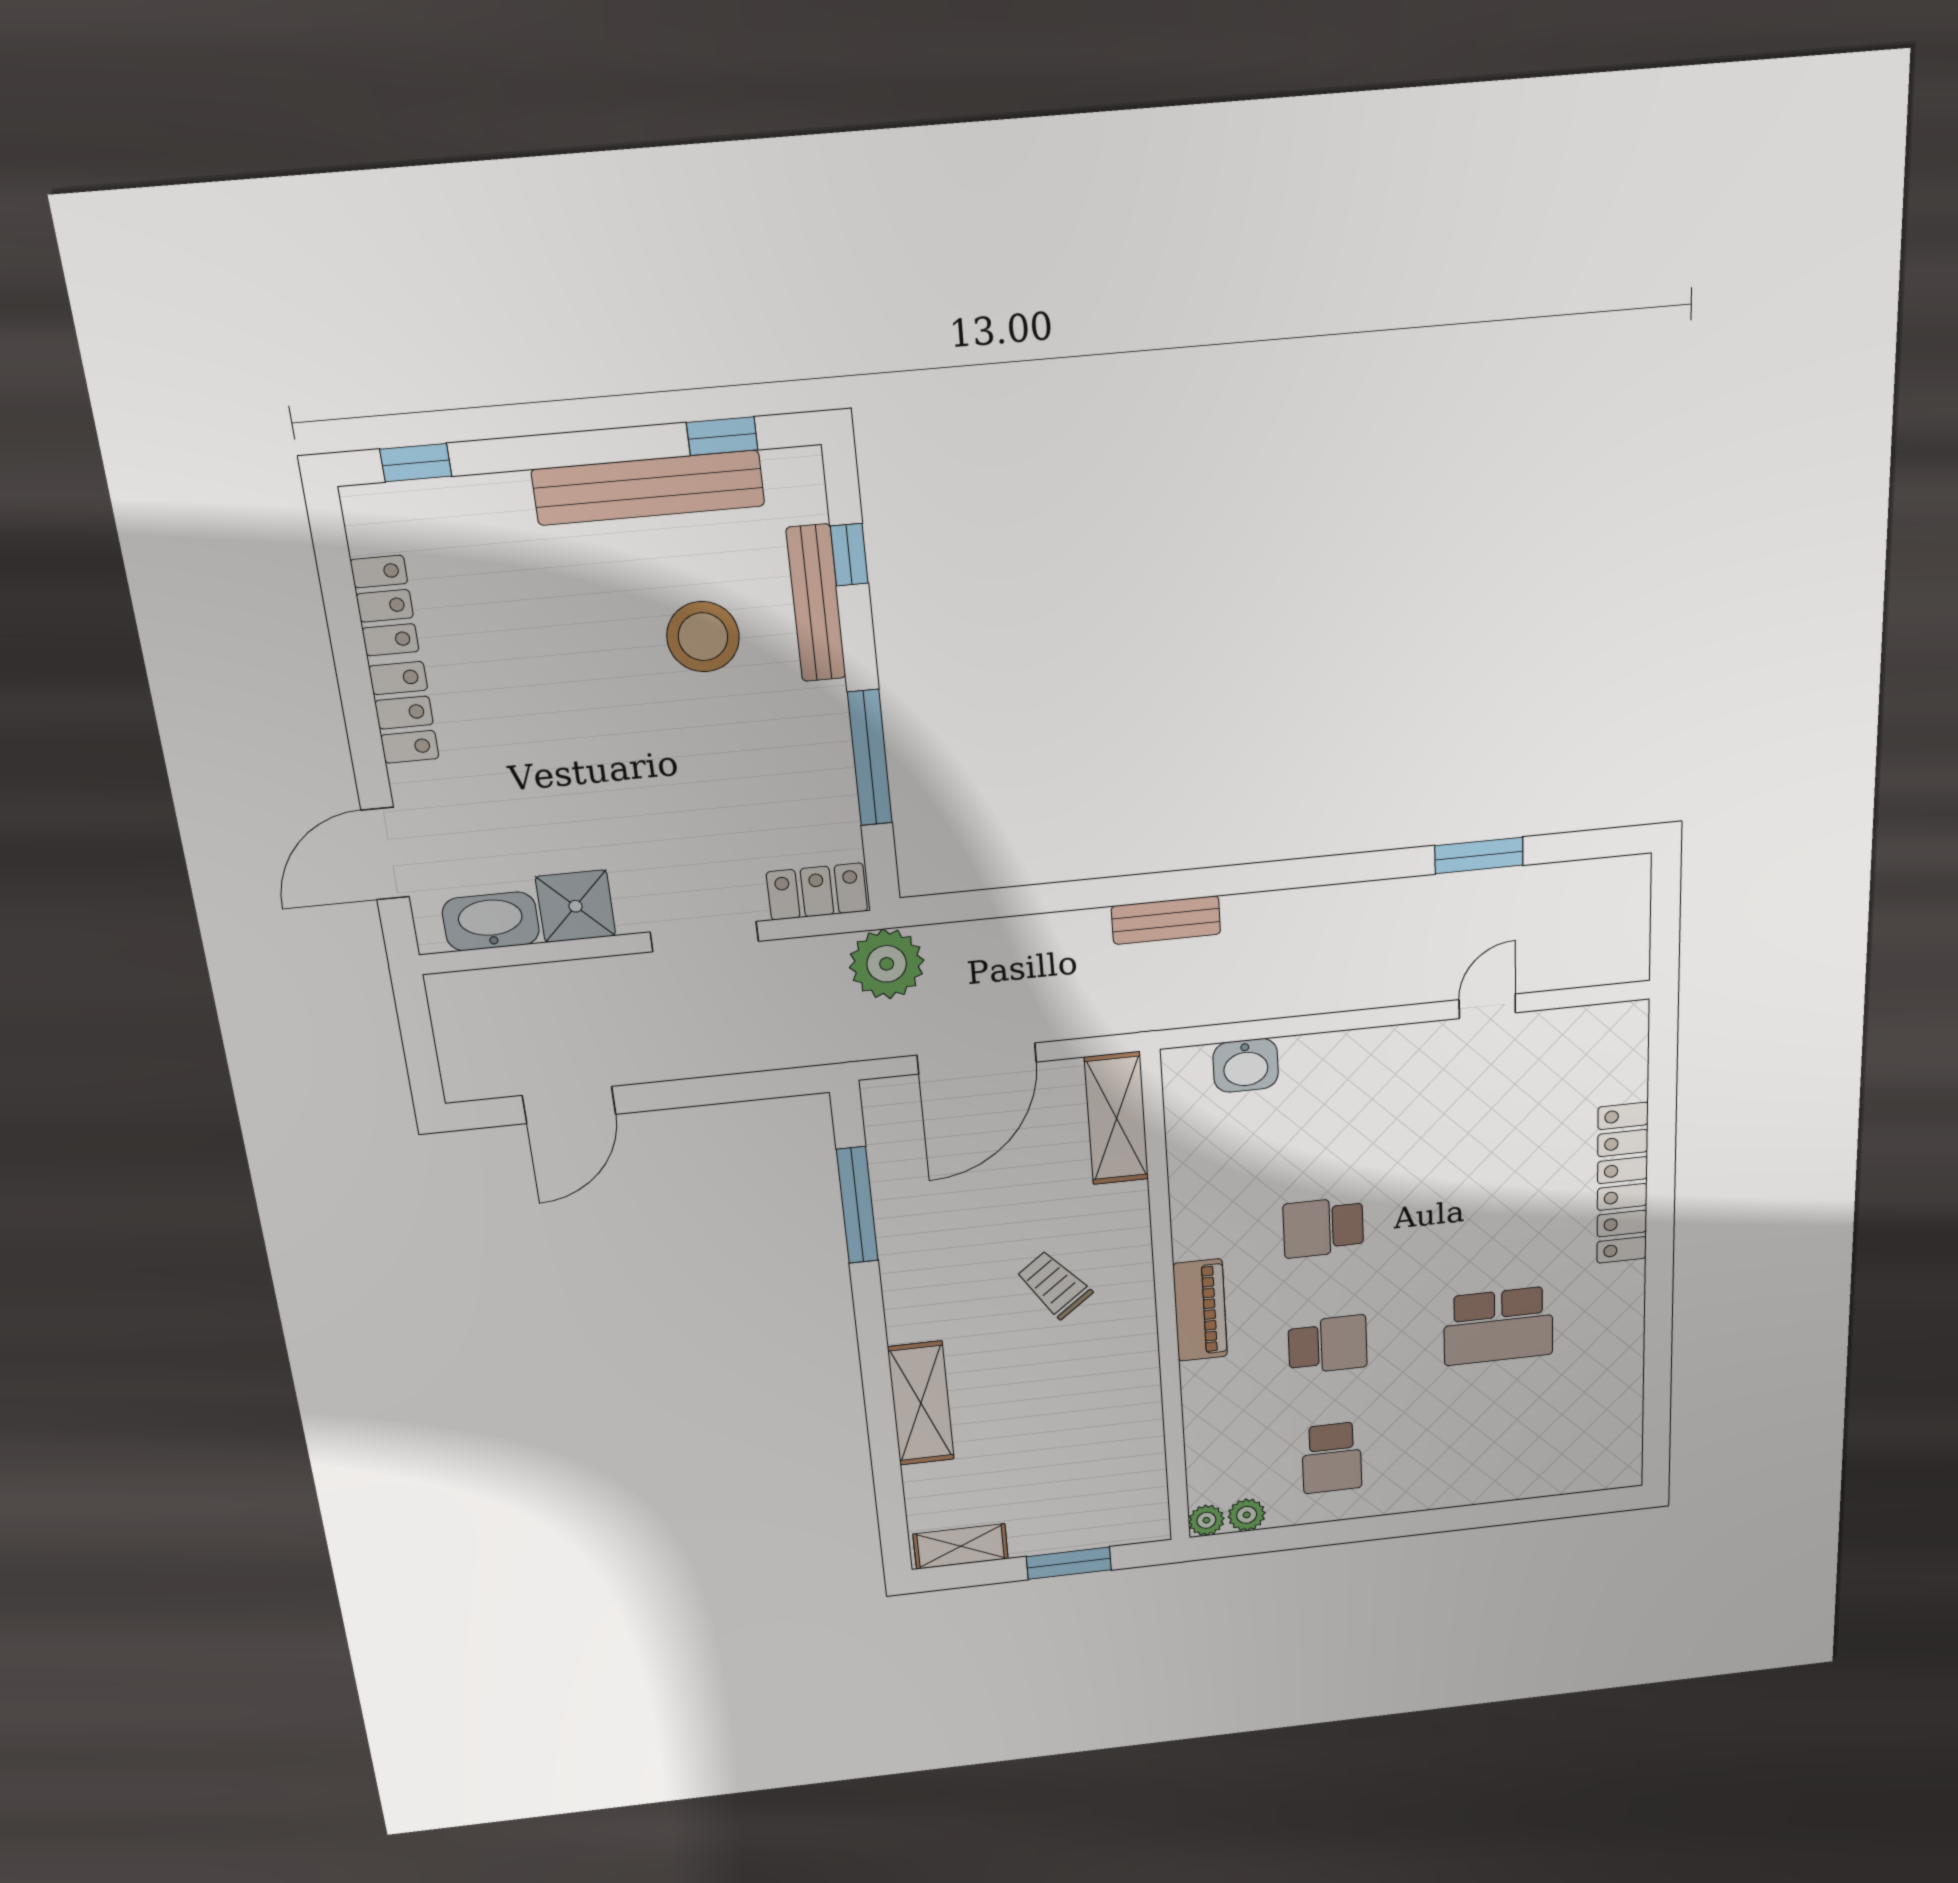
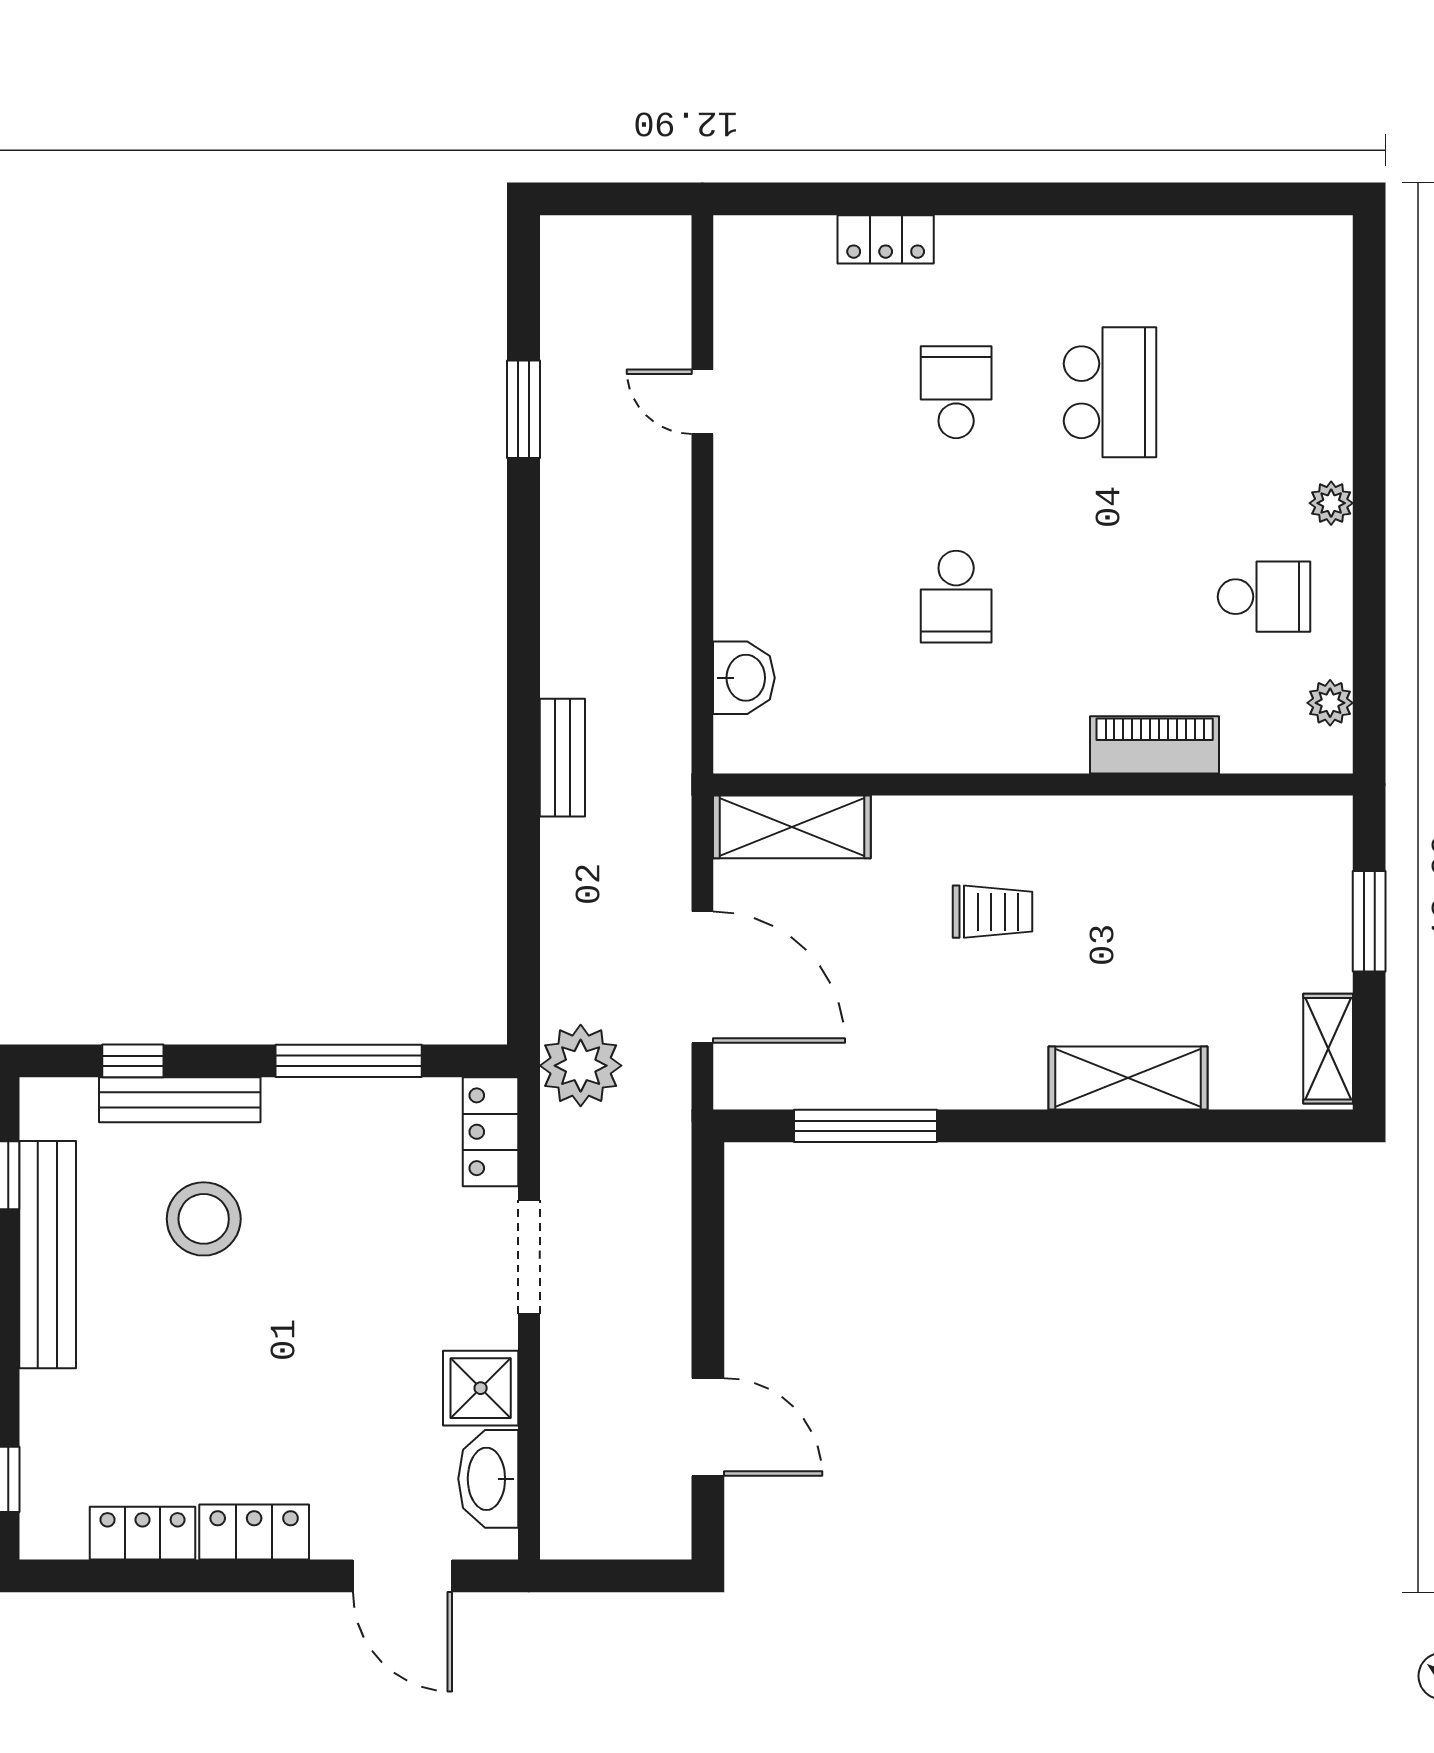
locker: (1622, 1184) -> (886, 239), width x0.46, depth x0.83
trolley: (1054, 1285) -> (993, 912), turned -142
piano: (1200, 1310) -> (1155, 745), moved
school desk: (1328, 1345) -> (956, 392), moved
plant: (1206, 1520) -> (1331, 503), moved

